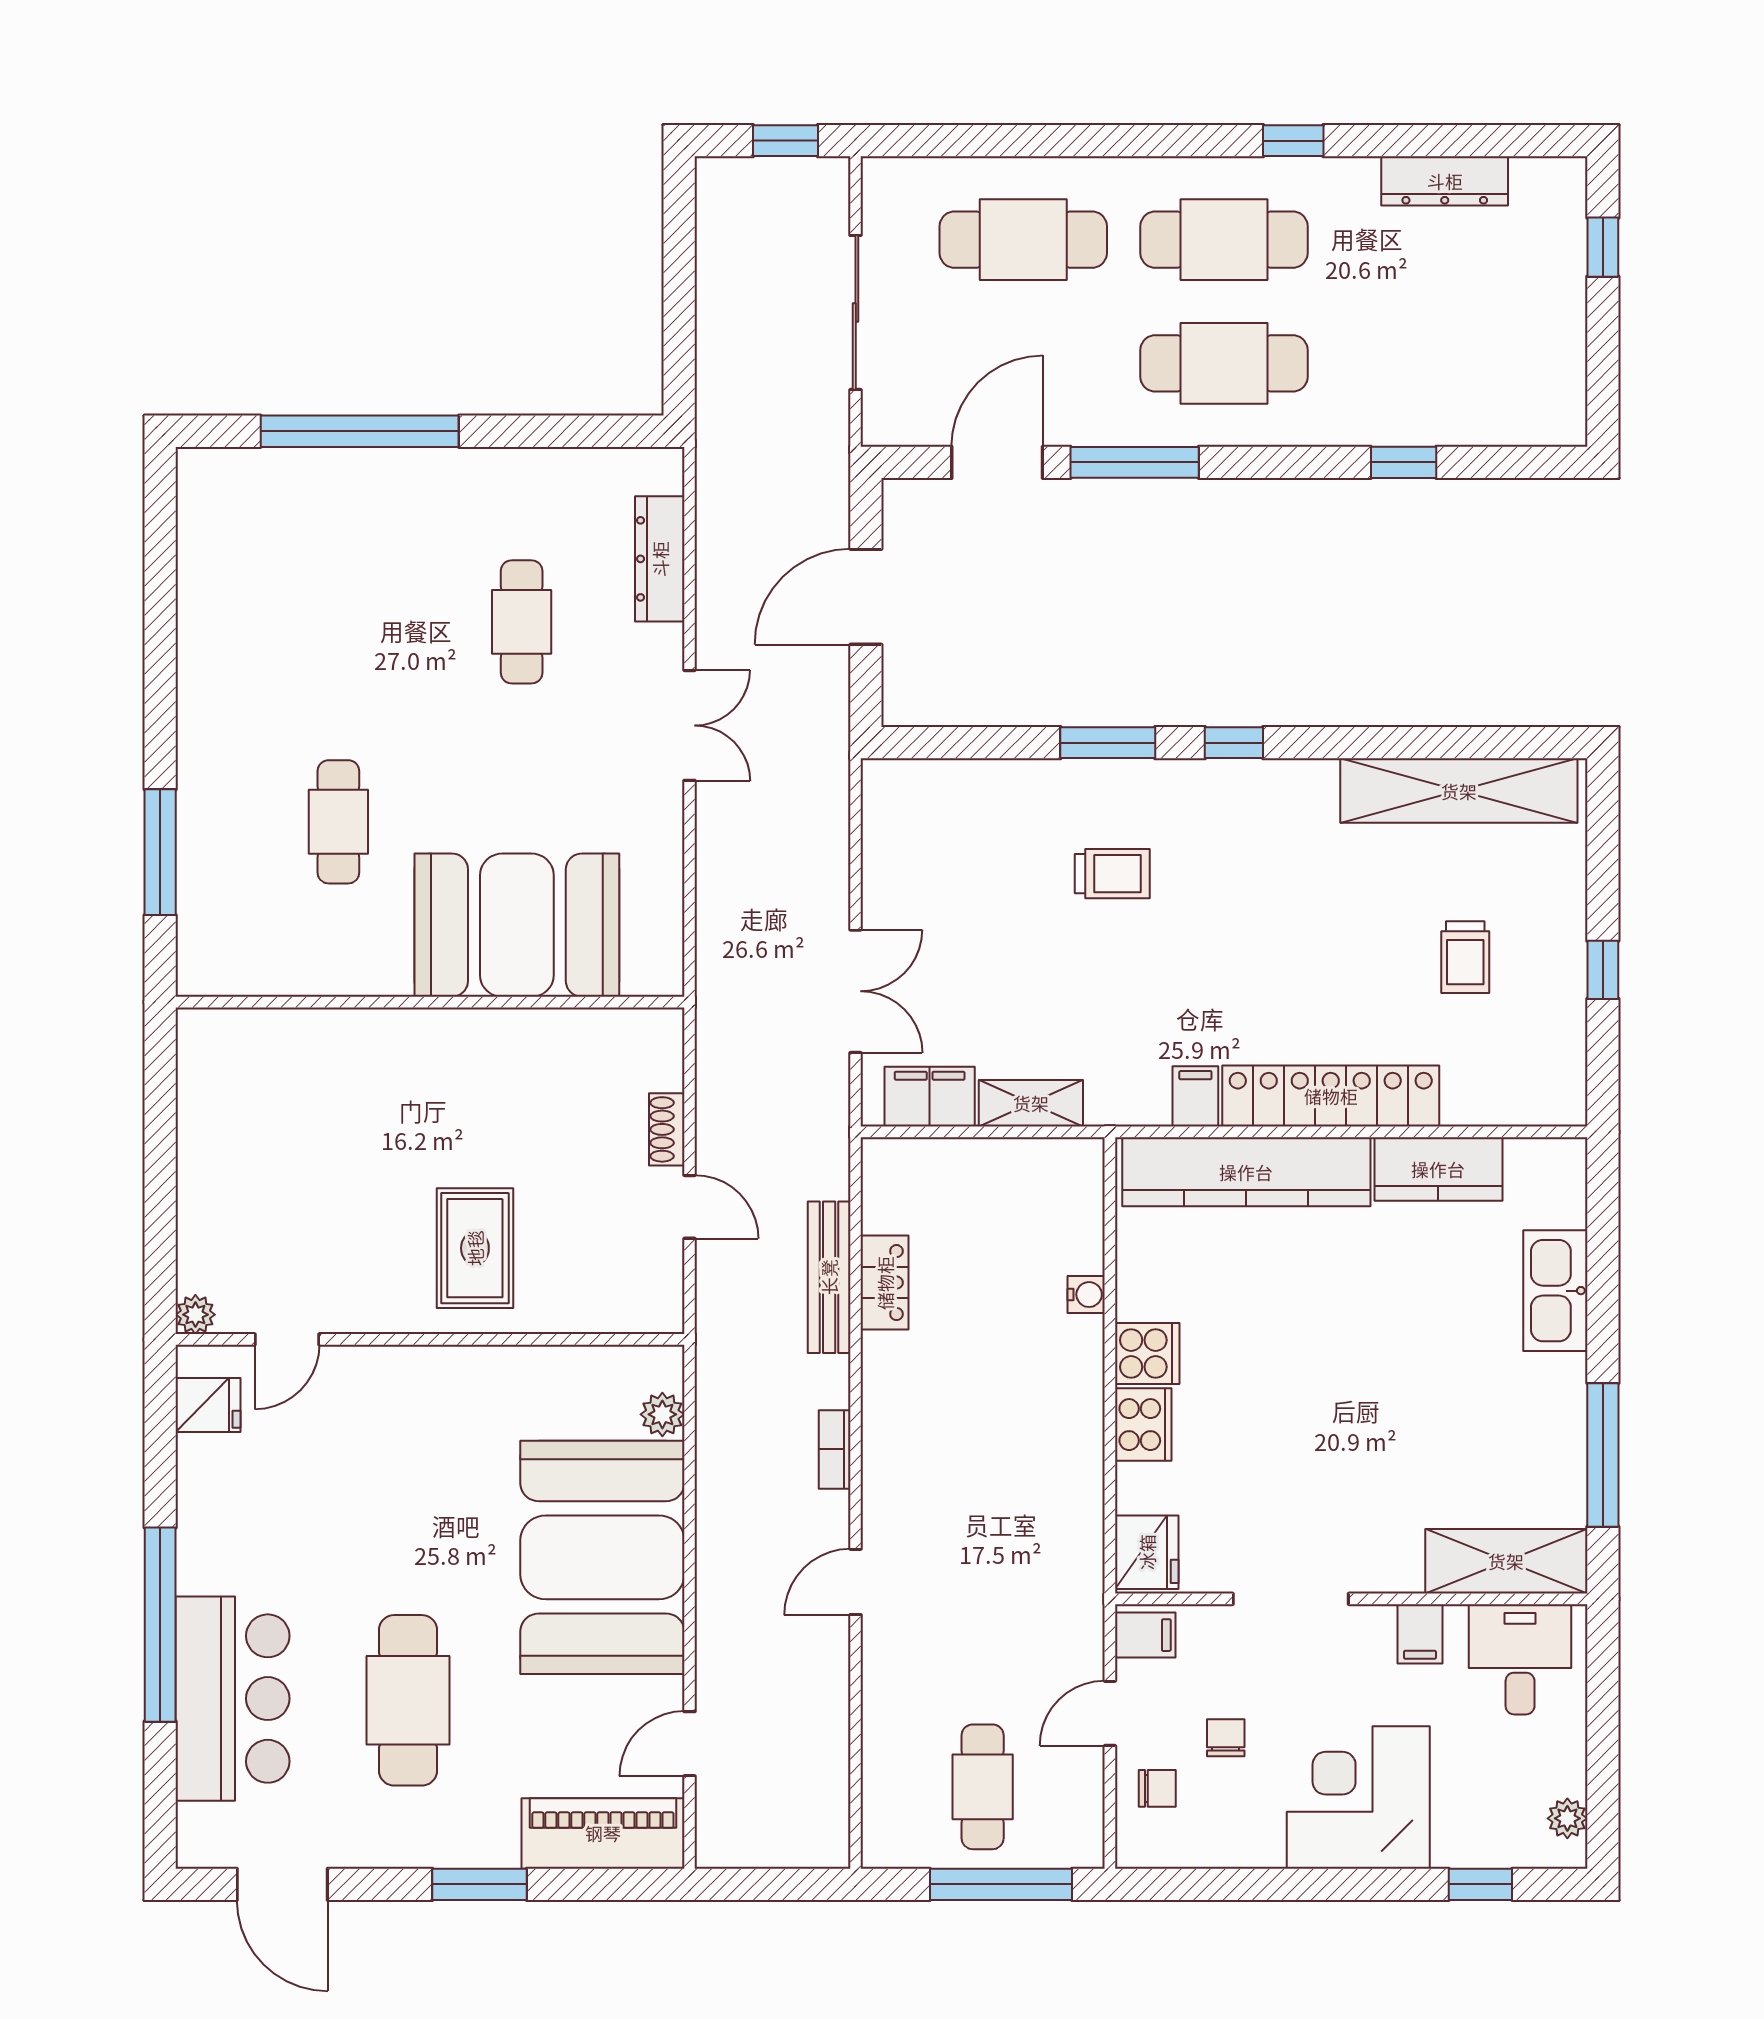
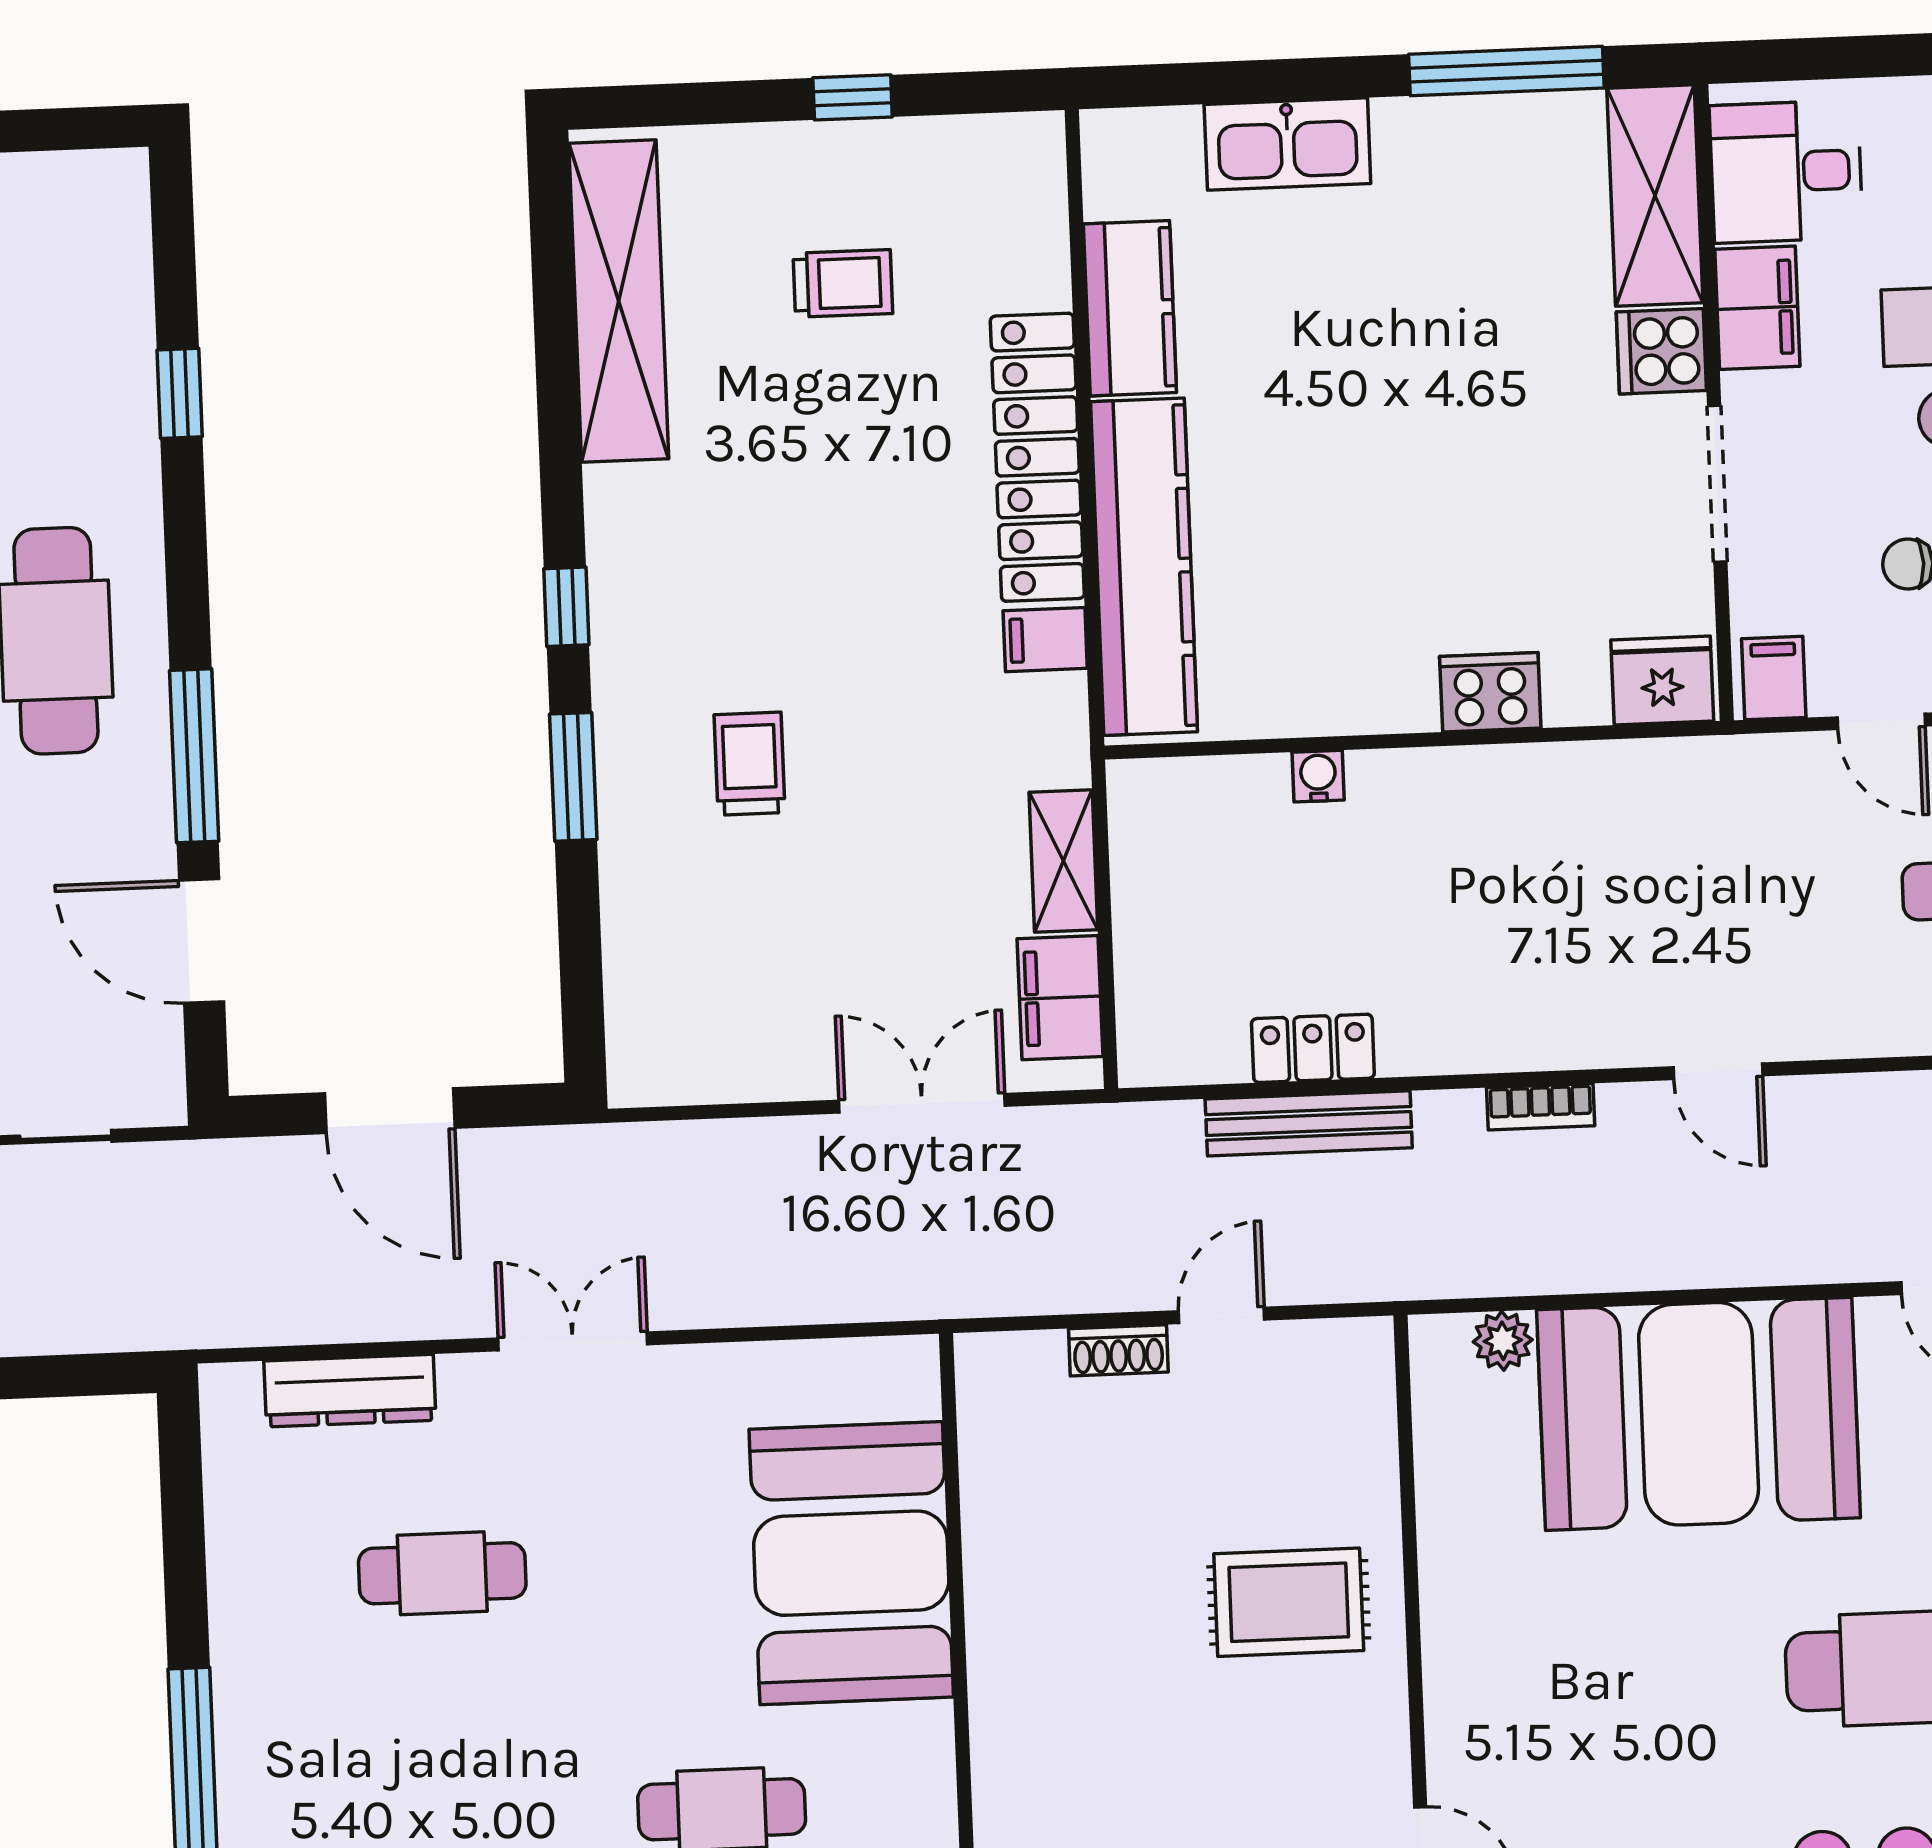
cooker: (1147, 1354) -> (1661, 351), moved, turned -90
filing cabinet: (1420, 1634) -> (1757, 308), width x2.00

